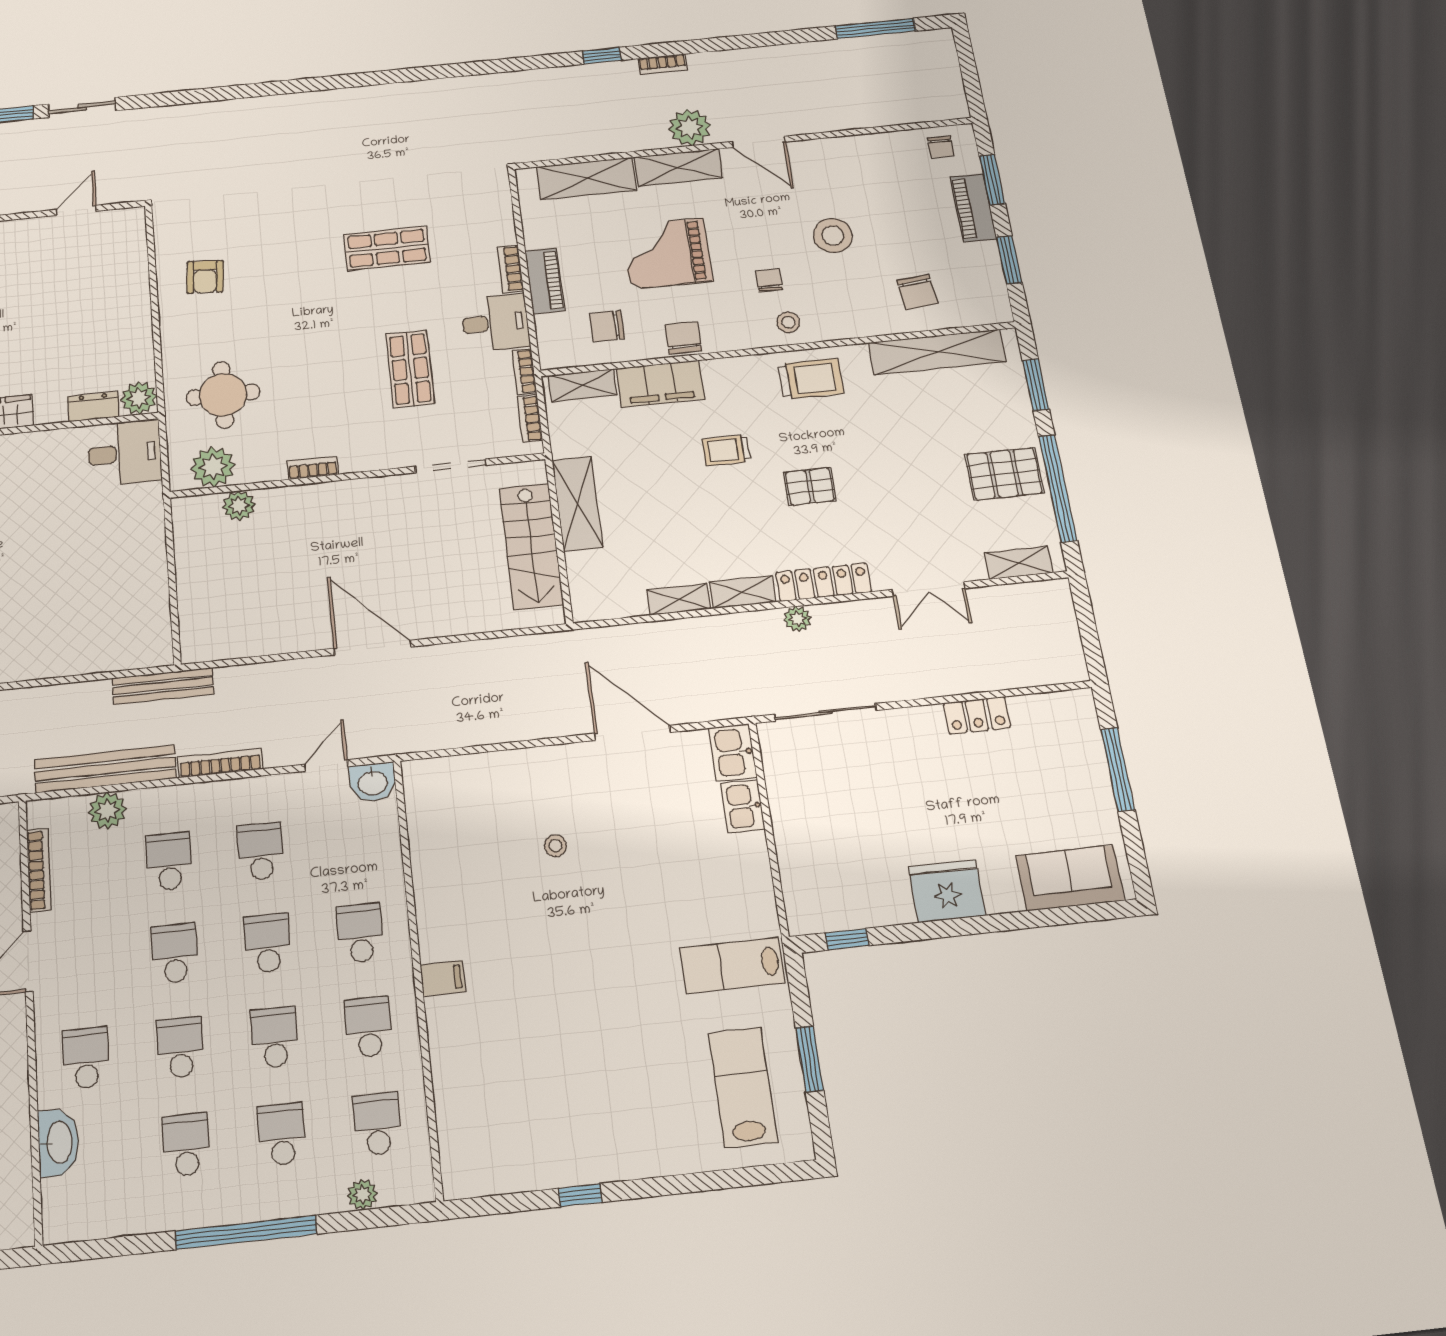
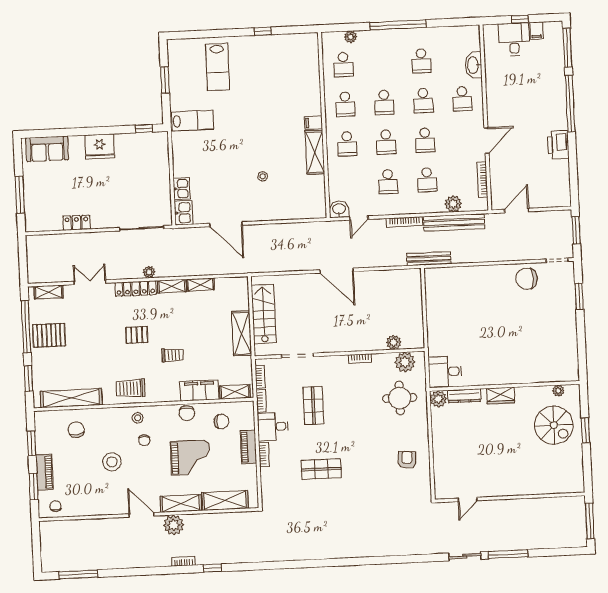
dresser: (93, 407) -> (464, 396), width x1.44
shelving: (436, 909) -> (315, 152), added
lab bench: (743, 1087) -> (218, 67), moved
school desk: (282, 1134) -> (382, 63), removed

